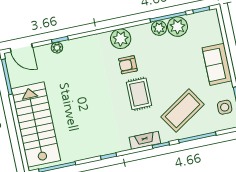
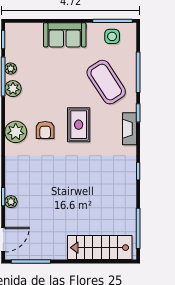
plant: (177, 27) -> (11, 69), width x0.53, depth x0.53
rug: (139, 94) -> (79, 125), turned 90
stairs: (36, 125) -> (100, 248), width x0.73, depth x0.66

